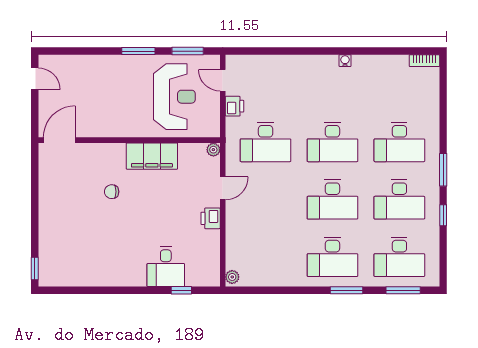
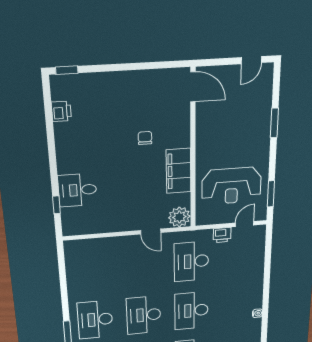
window: (138, 51) -> (274, 123), moved
plant: (213, 150) -> (179, 217), width x1.88, depth x1.88
printer: (211, 218) -> (61, 111), moved, turned 90
plant: (232, 277) -> (72, 245), removed

